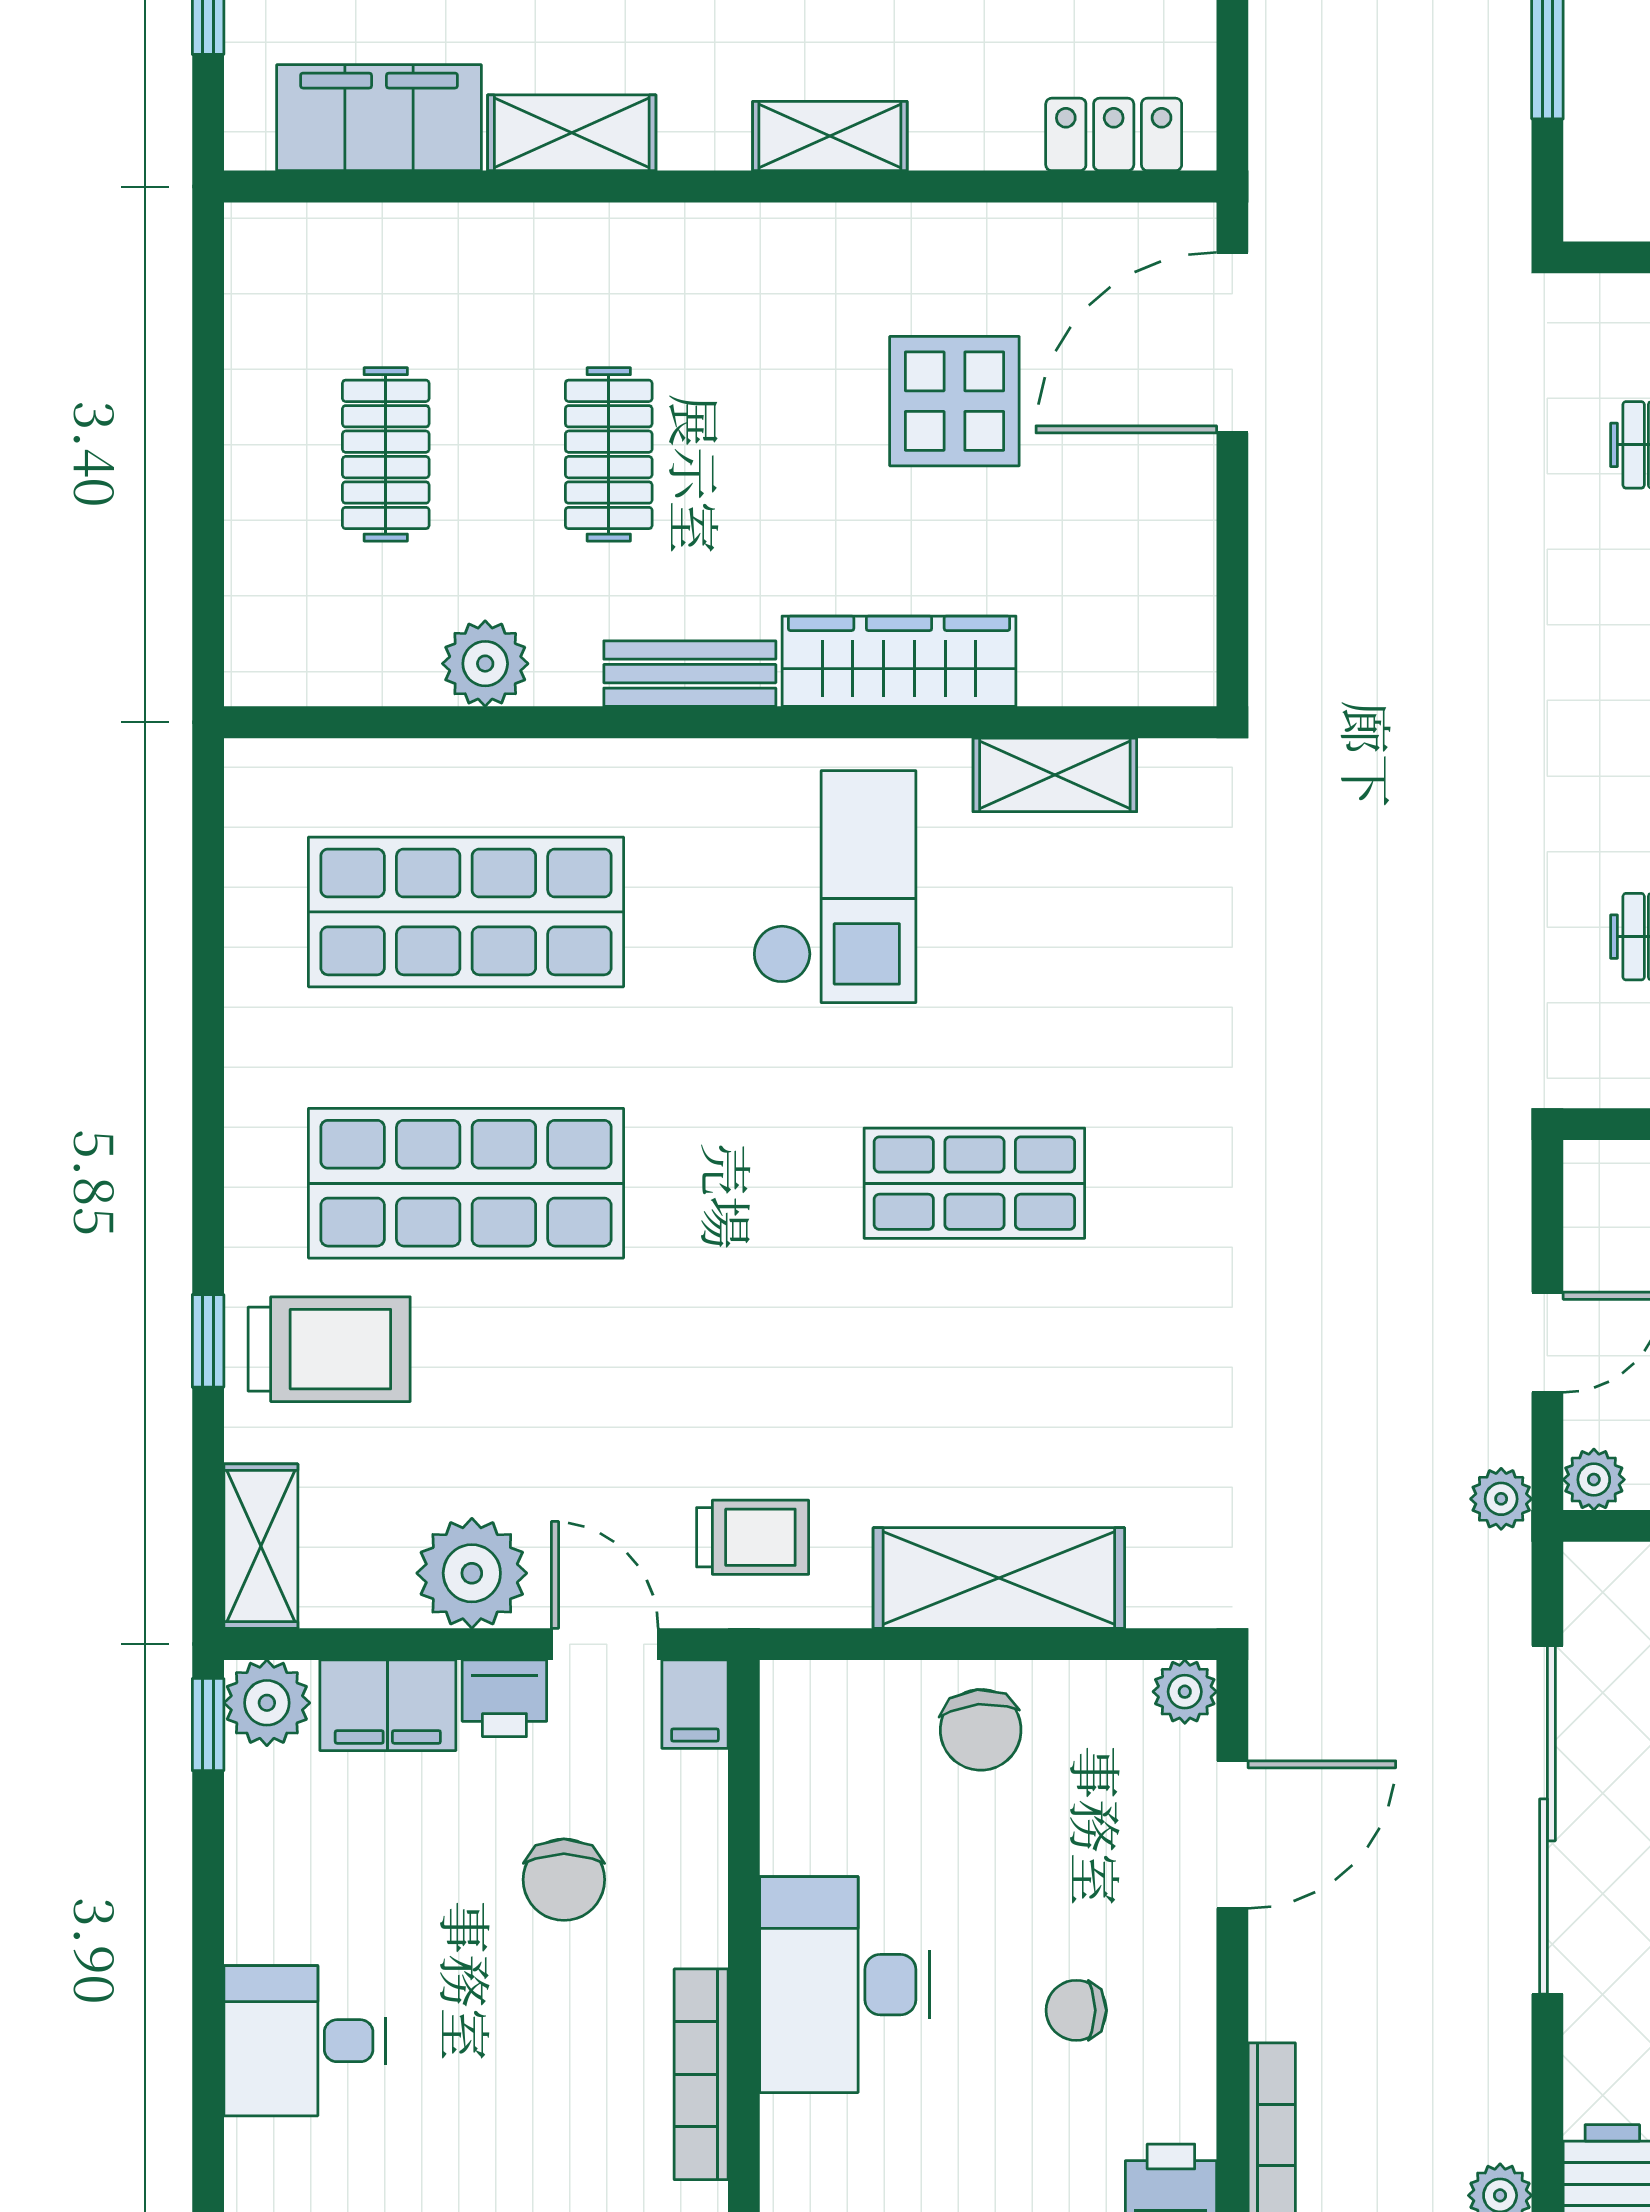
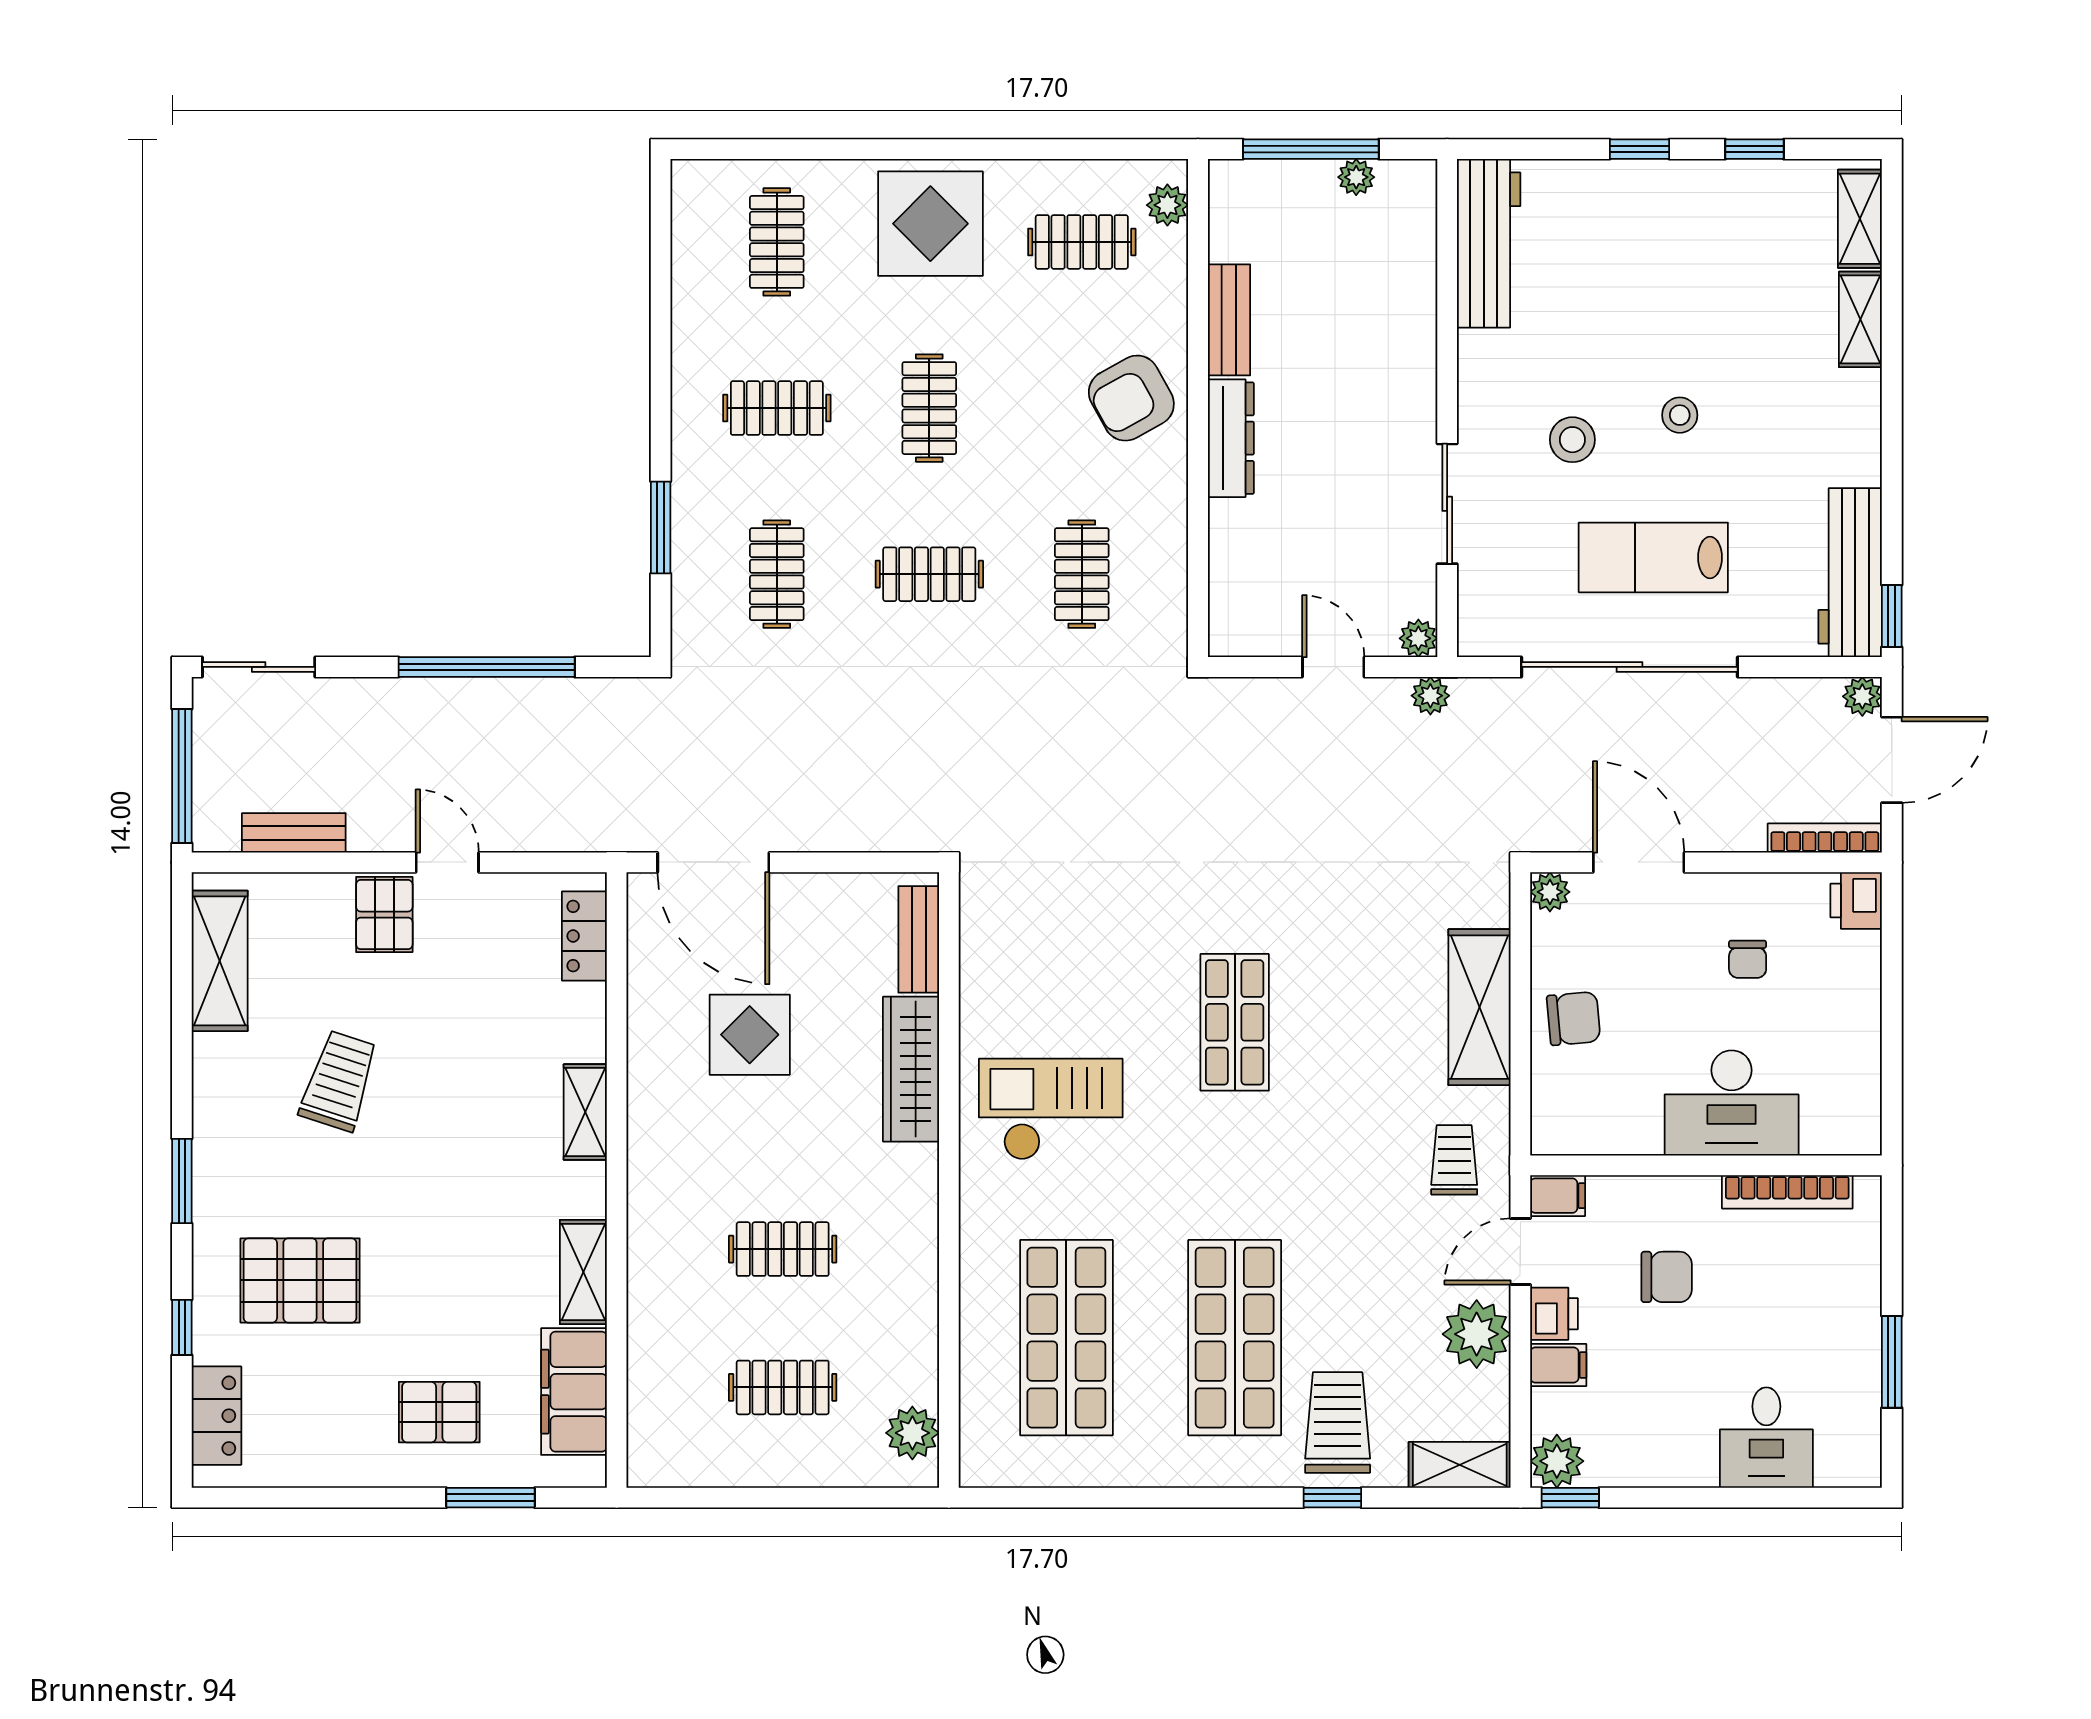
plant: (485, 664) -> (912, 1433), moved
bench: (690, 674) -> (919, 939), moved
shelving: (1055, 775) -> (981, 972), removed
filing cabinet: (388, 1705) -> (1558, 1365), width x0.50

